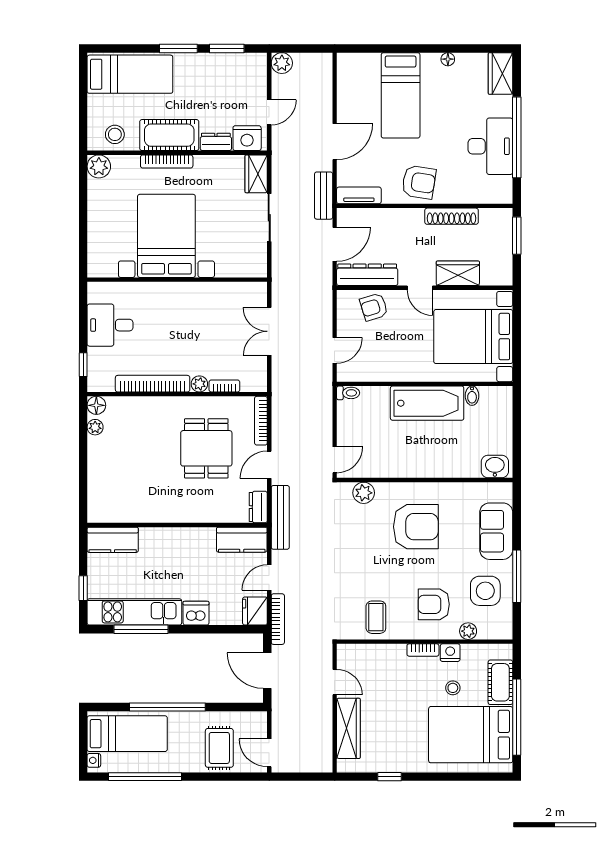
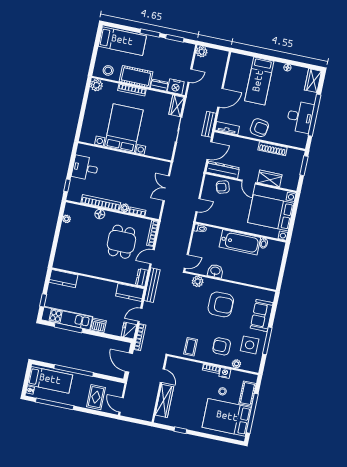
floor lamp: (96, 405) -> (100, 214), moved
washbasin: (495, 466) -> (215, 271), moved

